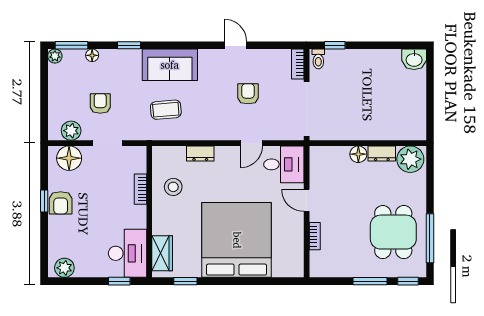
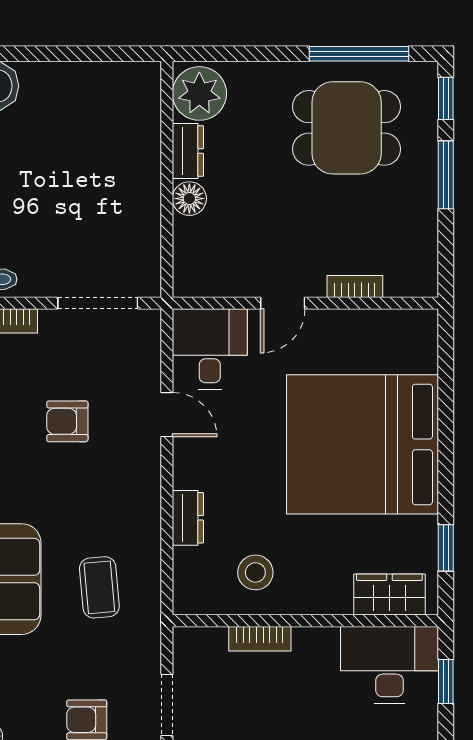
doorway: (307, 109) -> (98, 303), width x0.73

